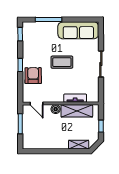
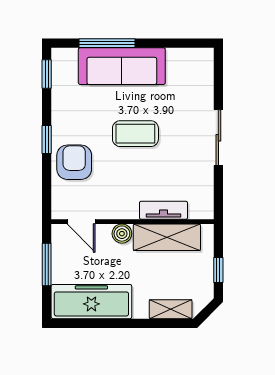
sofa: (78, 30) -> (122, 66), moved
freezer: (41, 141) -> (91, 302), added

